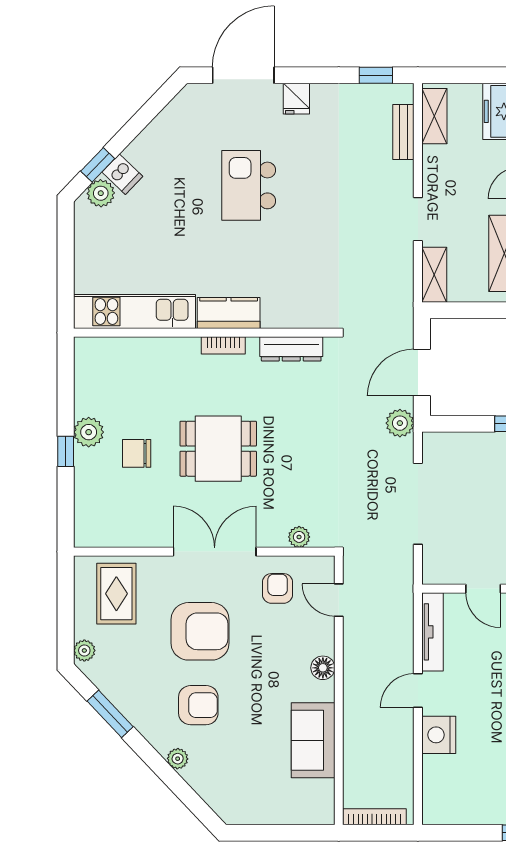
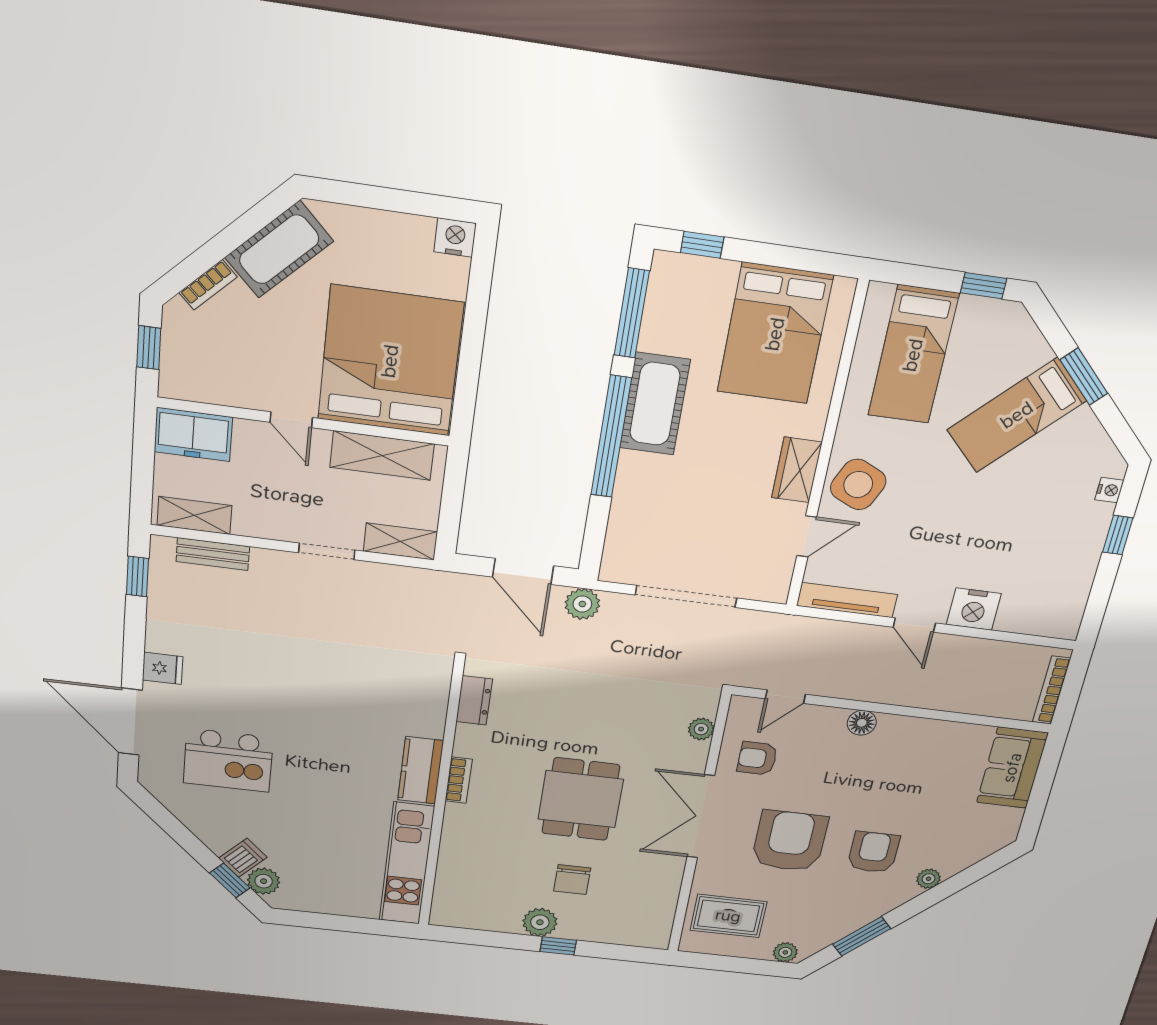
kitchen island: (249, 185) -> (228, 760), moved
dresser: (291, 349) -> (474, 700), width x0.70
sofa: (313, 740) -> (1012, 768), moved, turned 90

